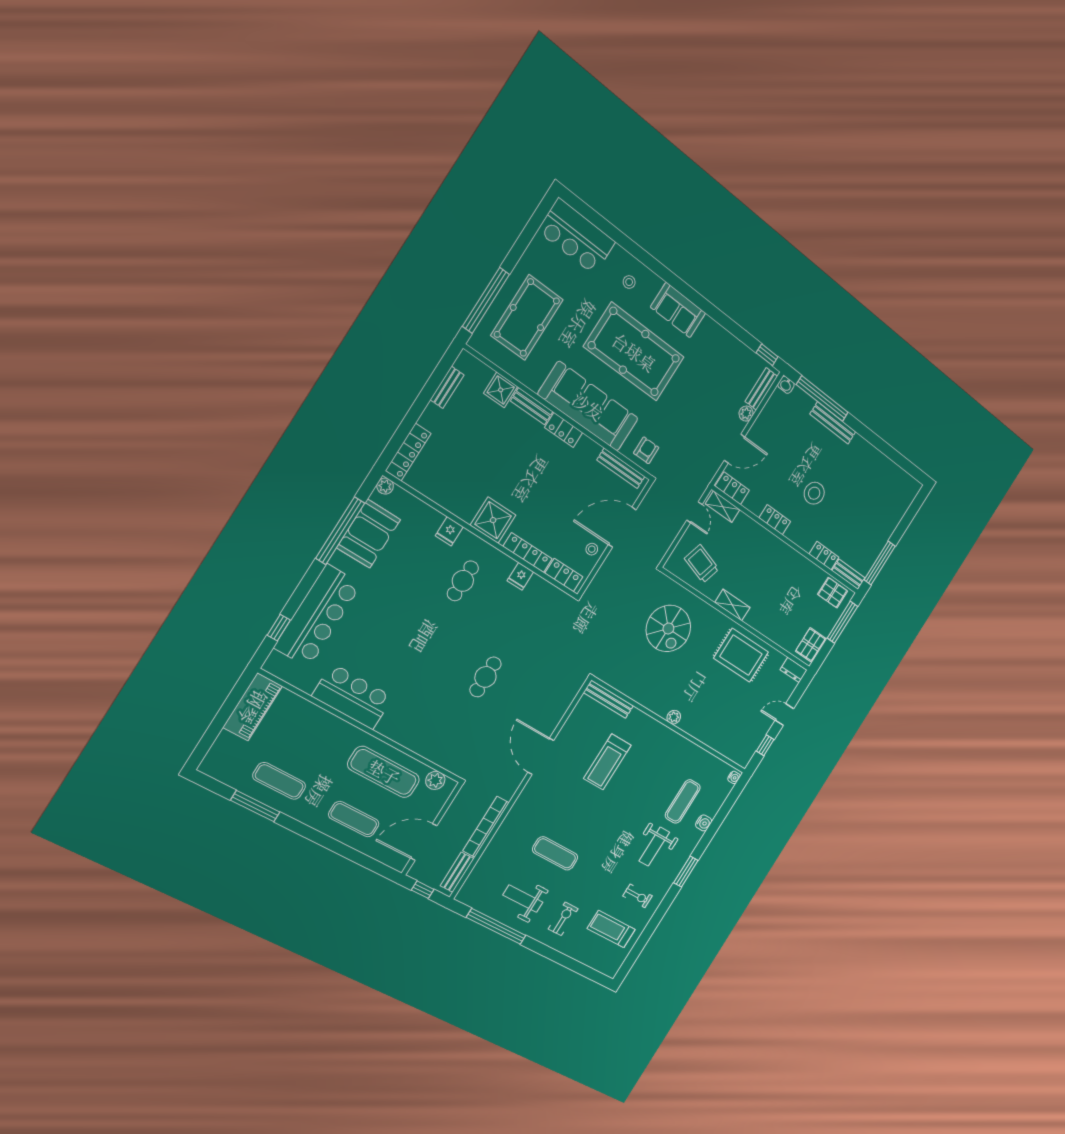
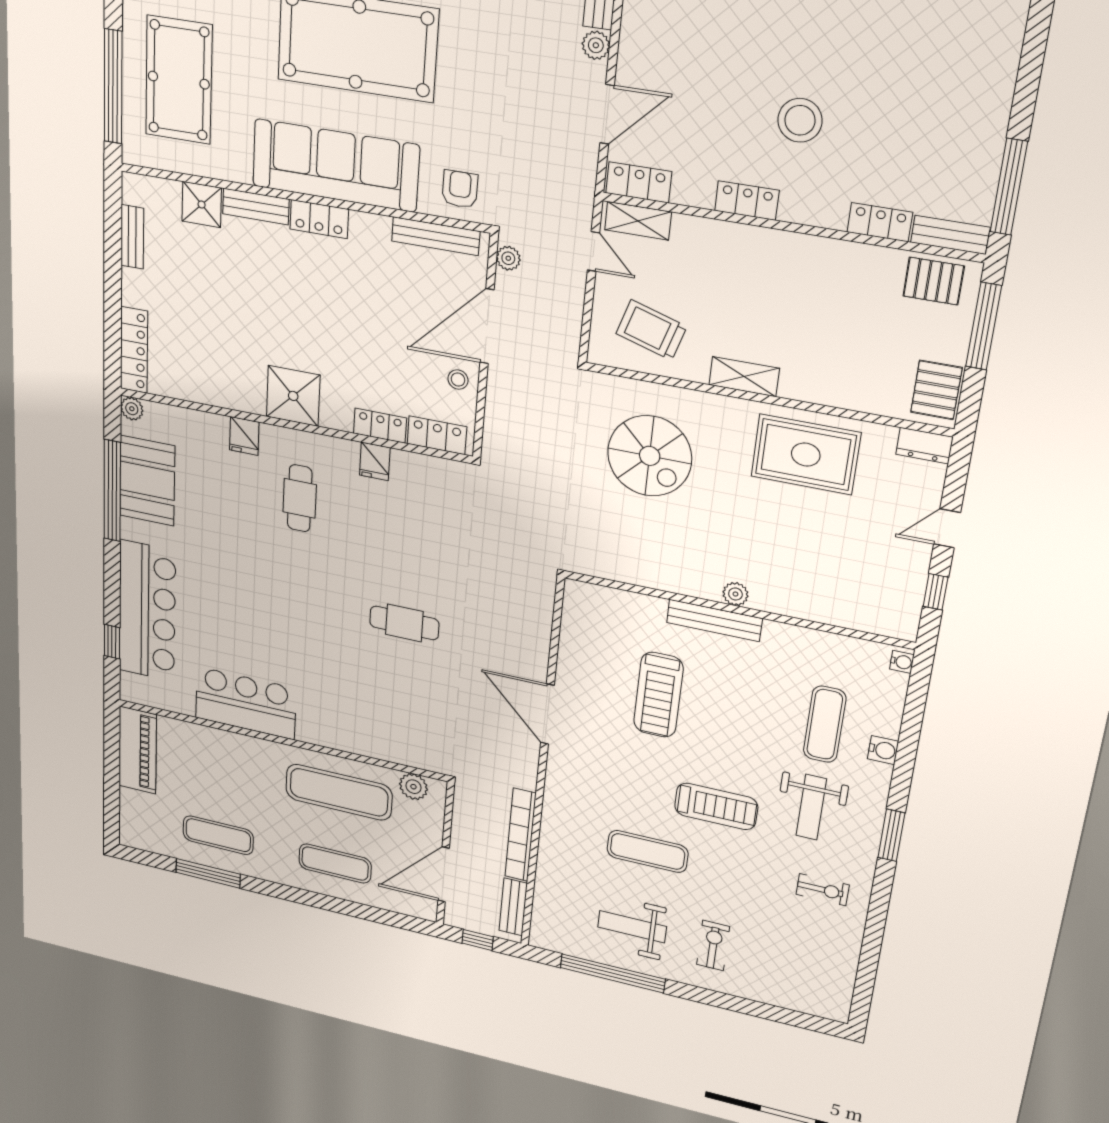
plant: (652, 497) -> (508, 258), added
locker: (528, 553) -> (380, 426), width x0.66
cafe table: (486, 677) -> (404, 623), turned 90
bench: (609, 699) -> (714, 621), moved
treadmill: (611, 929) -> (716, 806), moved, turned 180

